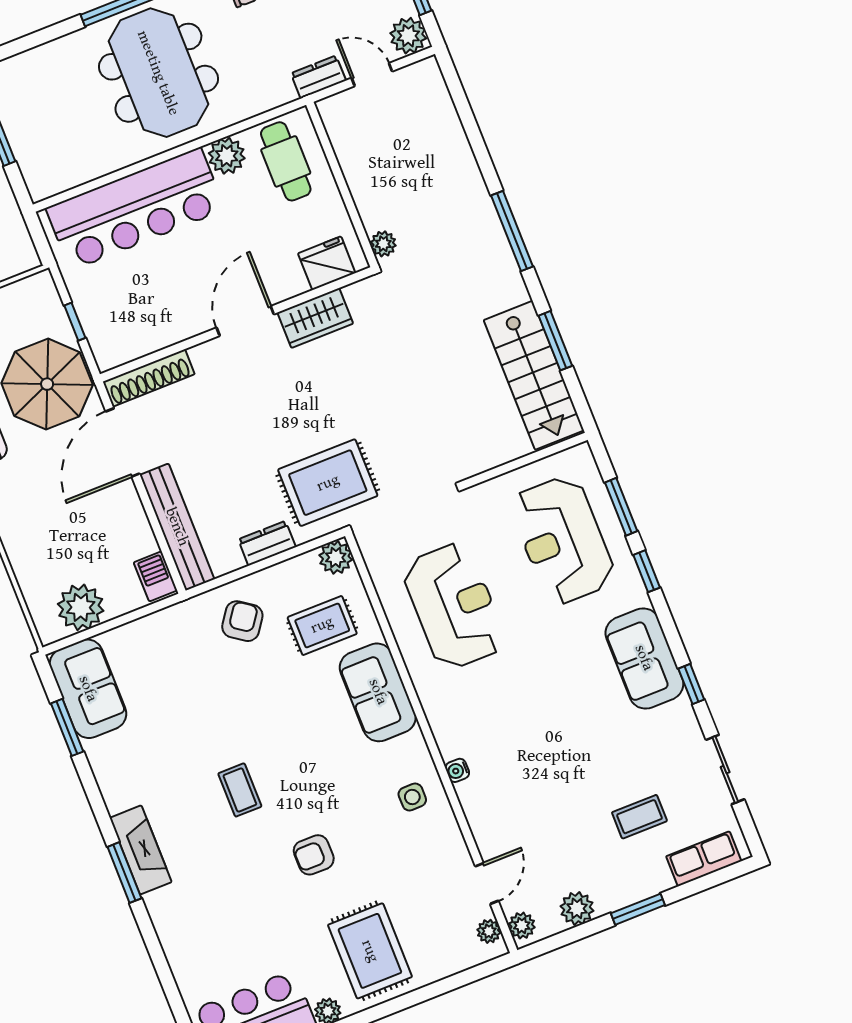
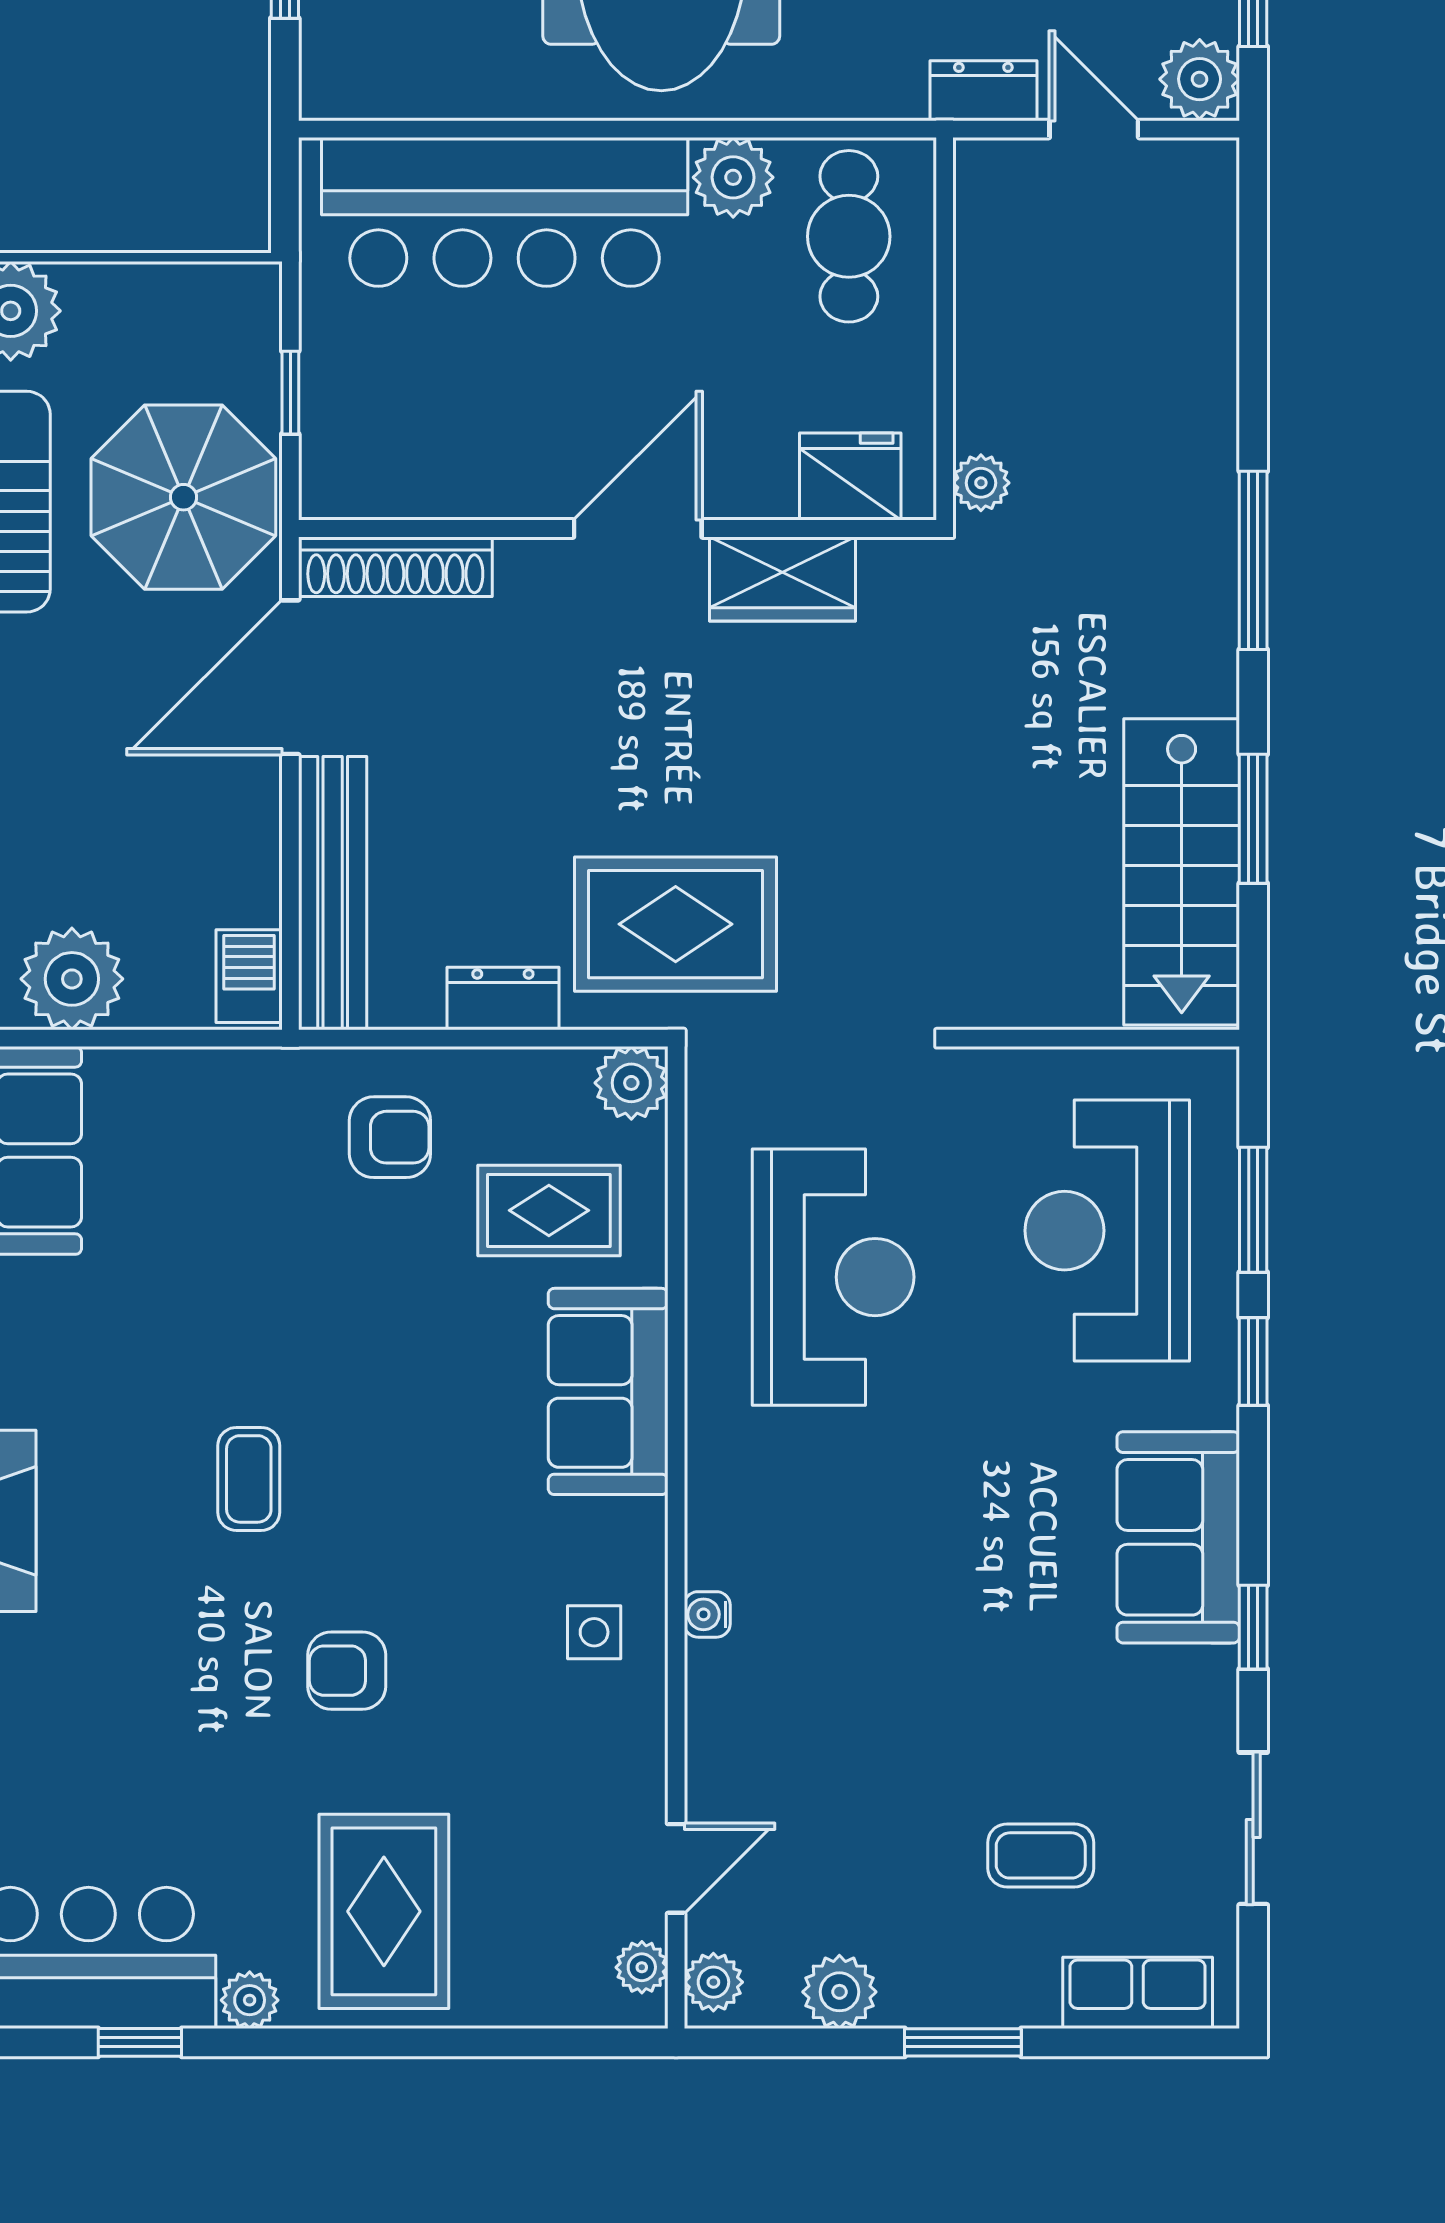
armchair: (242, 621) -> (390, 1137), turned 55

